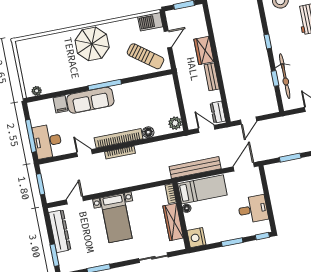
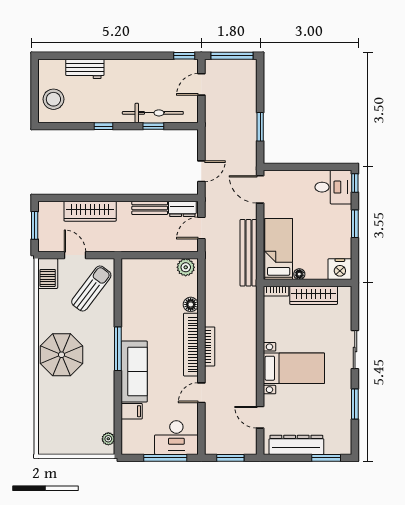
wardrobe: (204, 50) -> (90, 211), width x1.50
bench: (212, 77) -> (150, 208), moved
door: (249, 121) -> (201, 171), hinge flipped
desk: (253, 209) -> (333, 187), moved, turned 90
sliding door: (153, 258) -> (355, 350), moved

